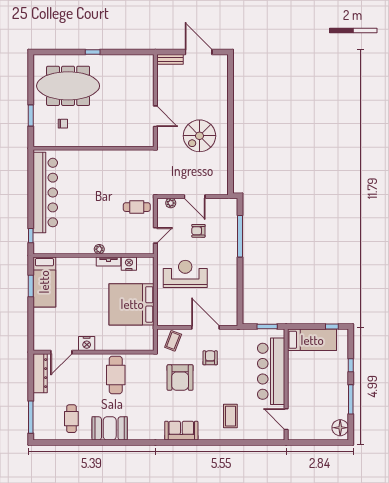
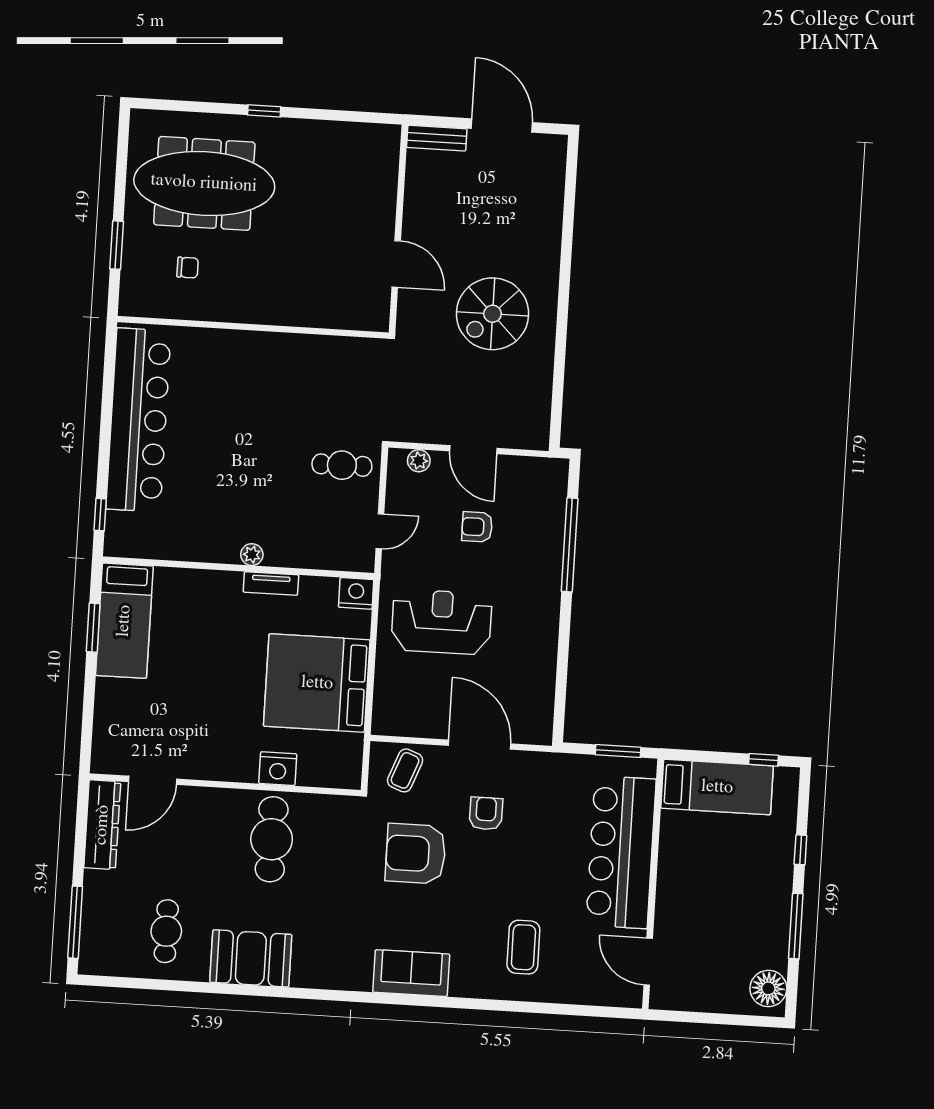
nightstand: (129, 264) -> (356, 593), moved
nightstand: (87, 344) -> (278, 769), moved
armchair: (180, 378) -> (416, 854), turned 90

